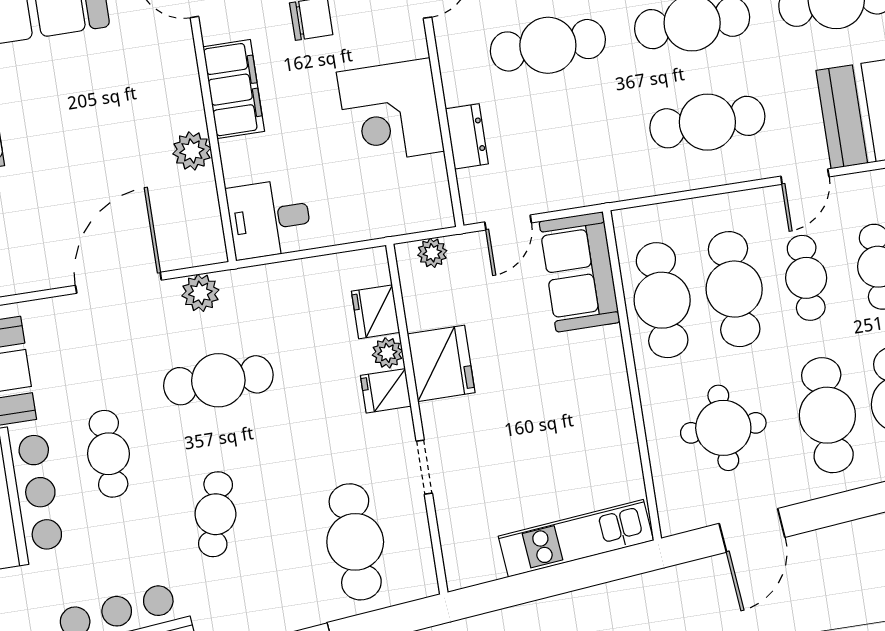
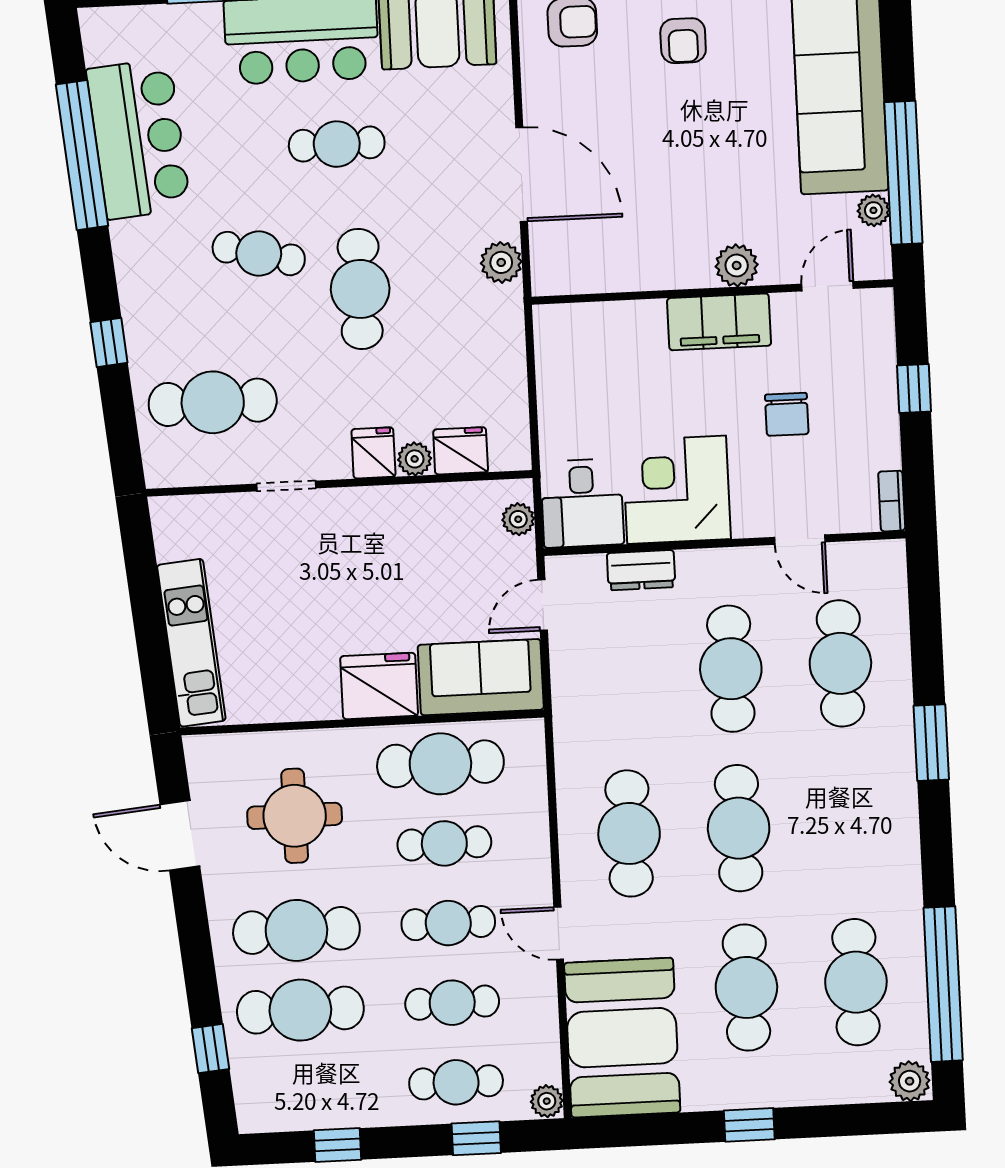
plant: (192, 151) -> (737, 265), moved
desk: (269, 219) -> (582, 503), moved, turned 180
door: (508, 222) -> (543, 605), hinge flipped
cafe table: (734, 289) -> (444, 843), width x0.73, depth x0.74
fridge: (441, 363) -> (379, 686), moved, turned 180
cafe table: (218, 380) -> (360, 289), moved

